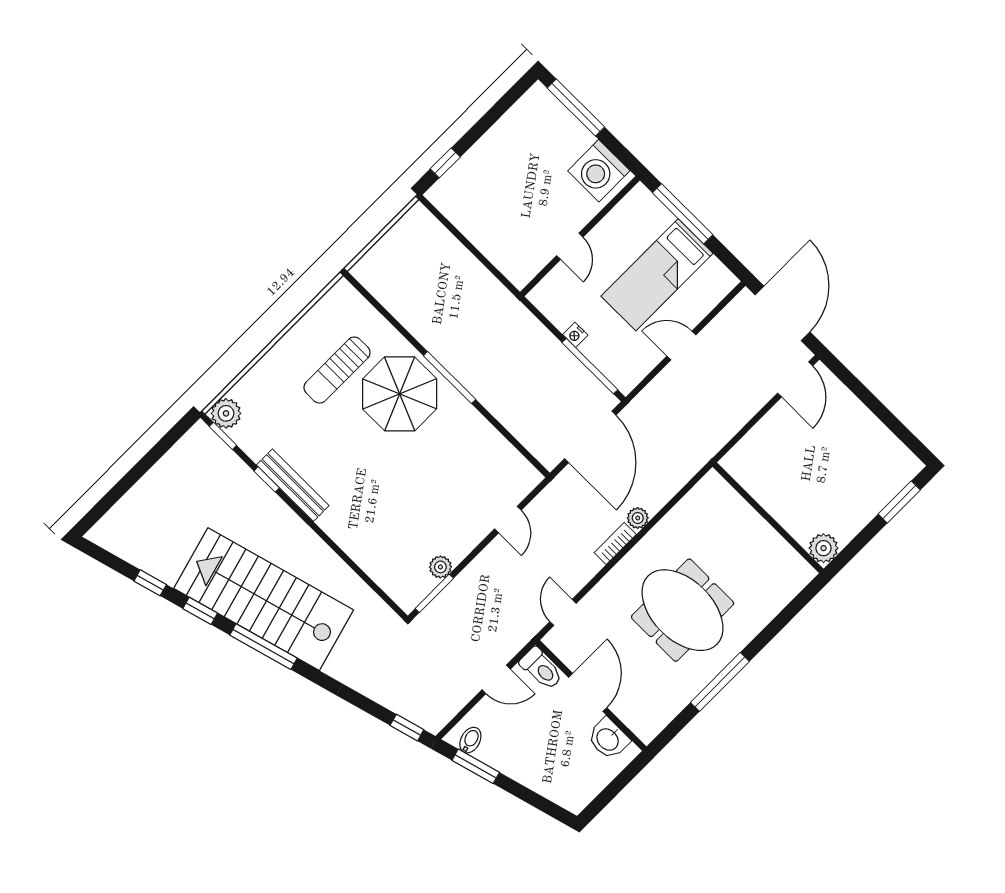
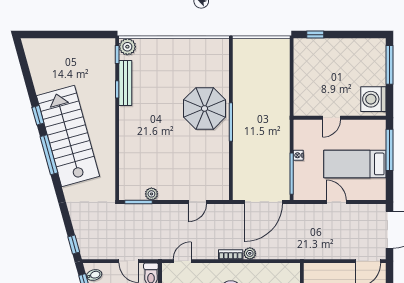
sun lounger: (337, 370) -> (189, 74), removed
bench: (293, 485) -> (125, 83), moved
window: (150, 583) -> (29, 84), removed

